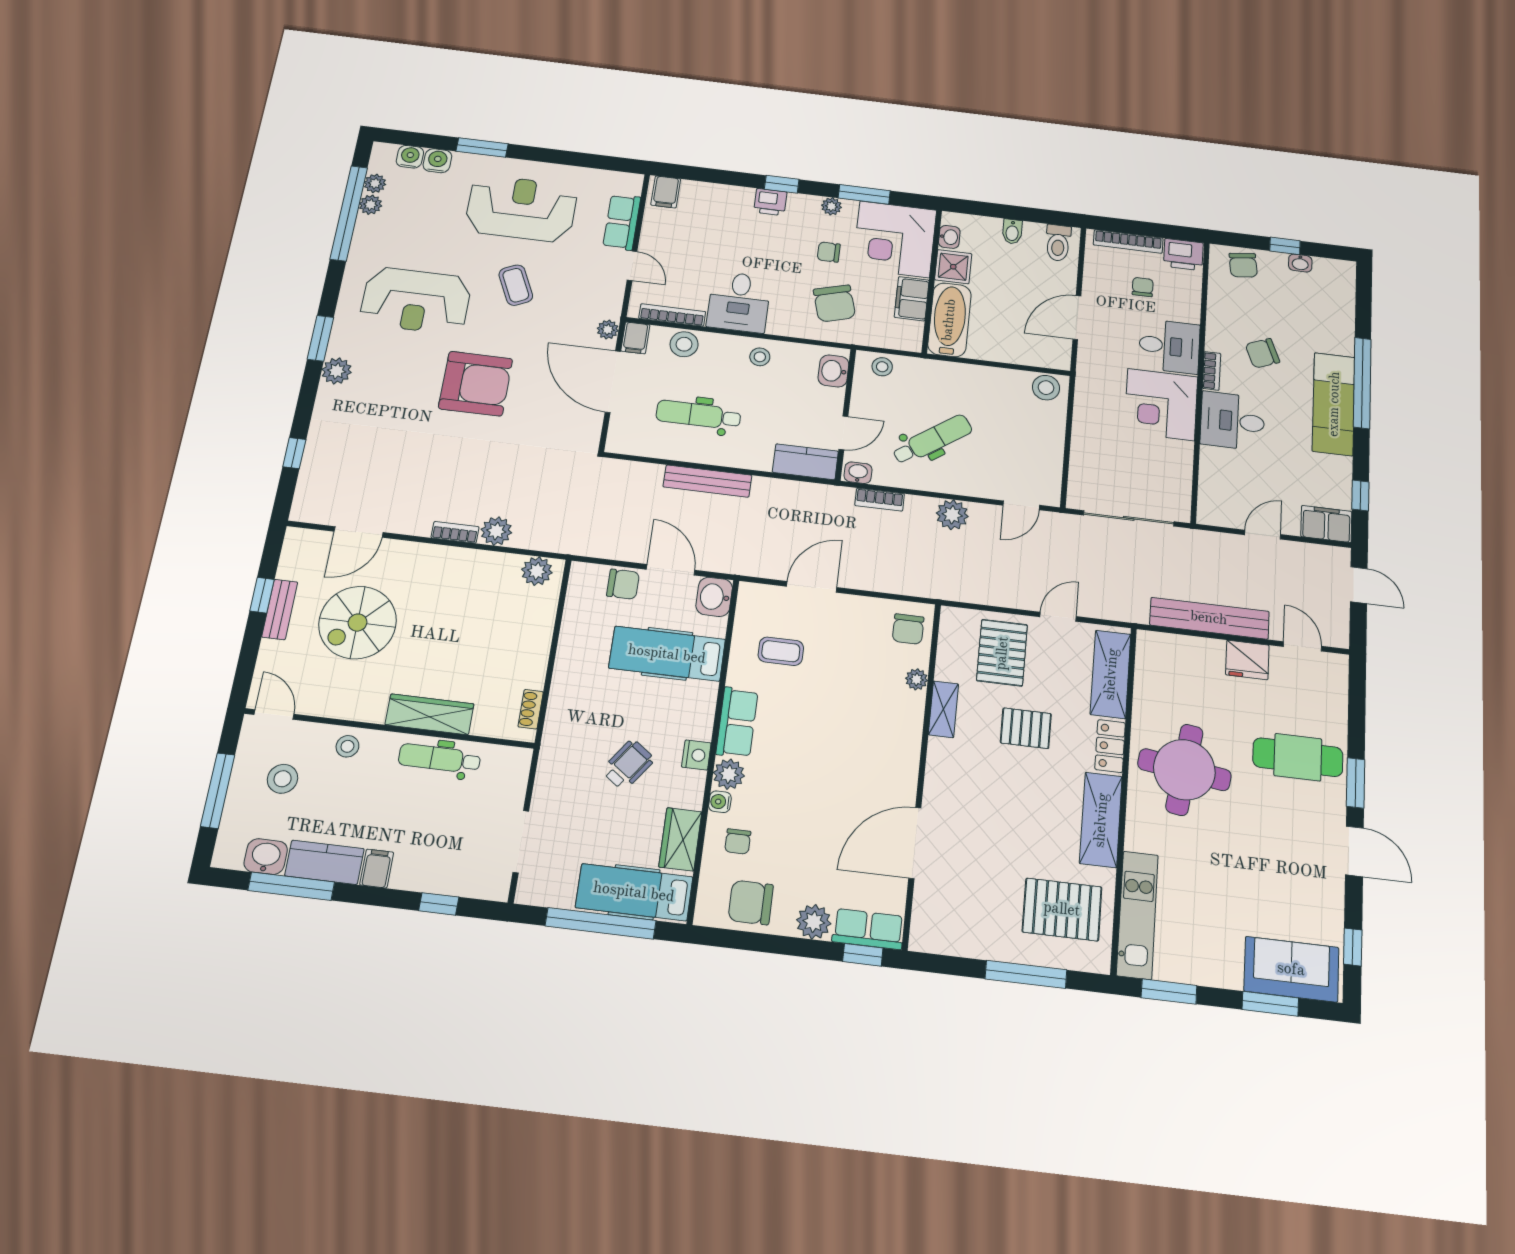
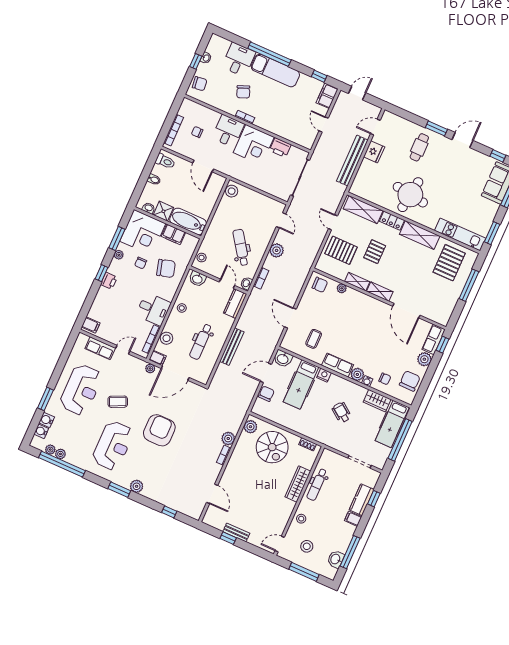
reception desk: (521, 208) -> (81, 390), turned 180
printer: (1183, 255) -> (280, 148), moved, turned 90
desk: (1232, 421) -> (239, 60), moved, turned 180
spiral stairs: (358, 623) -> (272, 447), moved
nightstand: (696, 755) -> (324, 375), moved
cafe table: (1298, 757) -> (419, 147), width x0.73, depth x0.74
shelving: (939, 768) -> (380, 292), added
kitchen counter: (324, 862) -> (362, 500), moved
chair: (751, 903) -> (410, 381), turned 180

